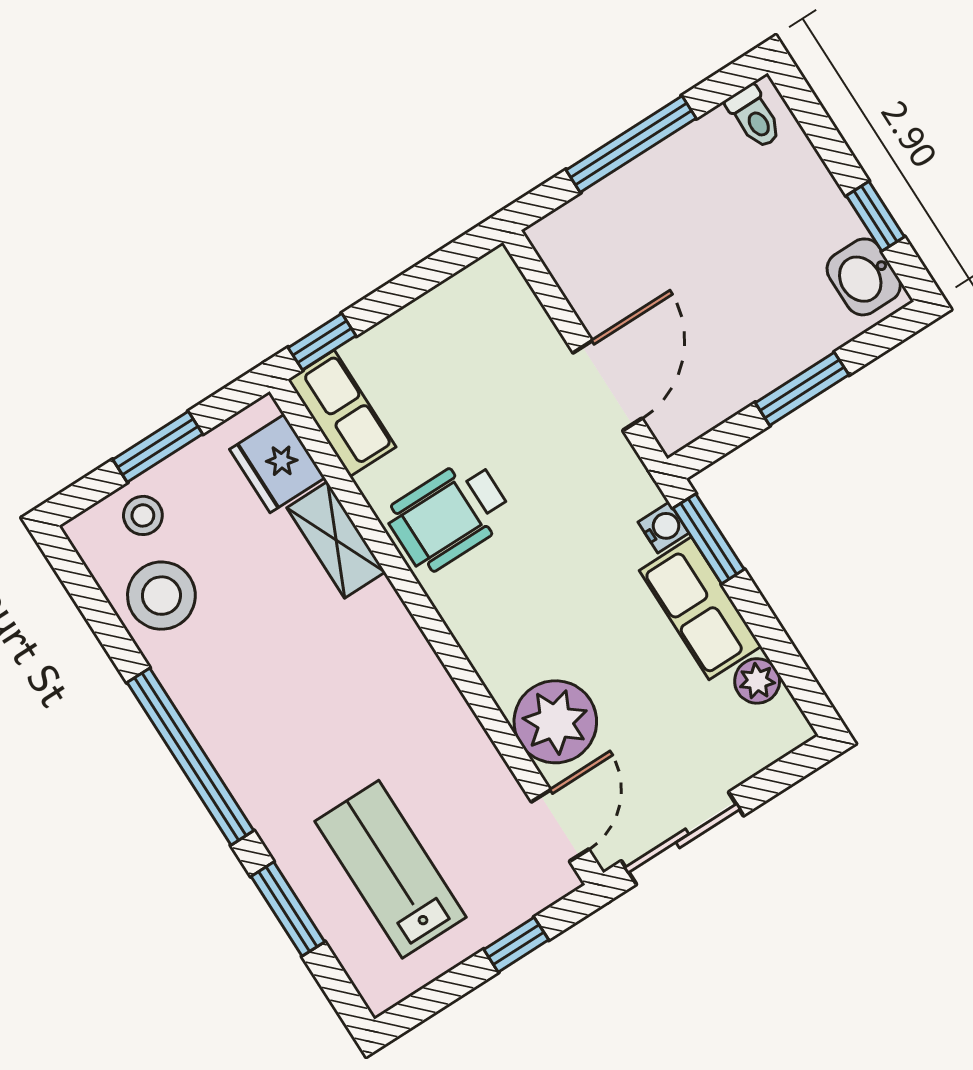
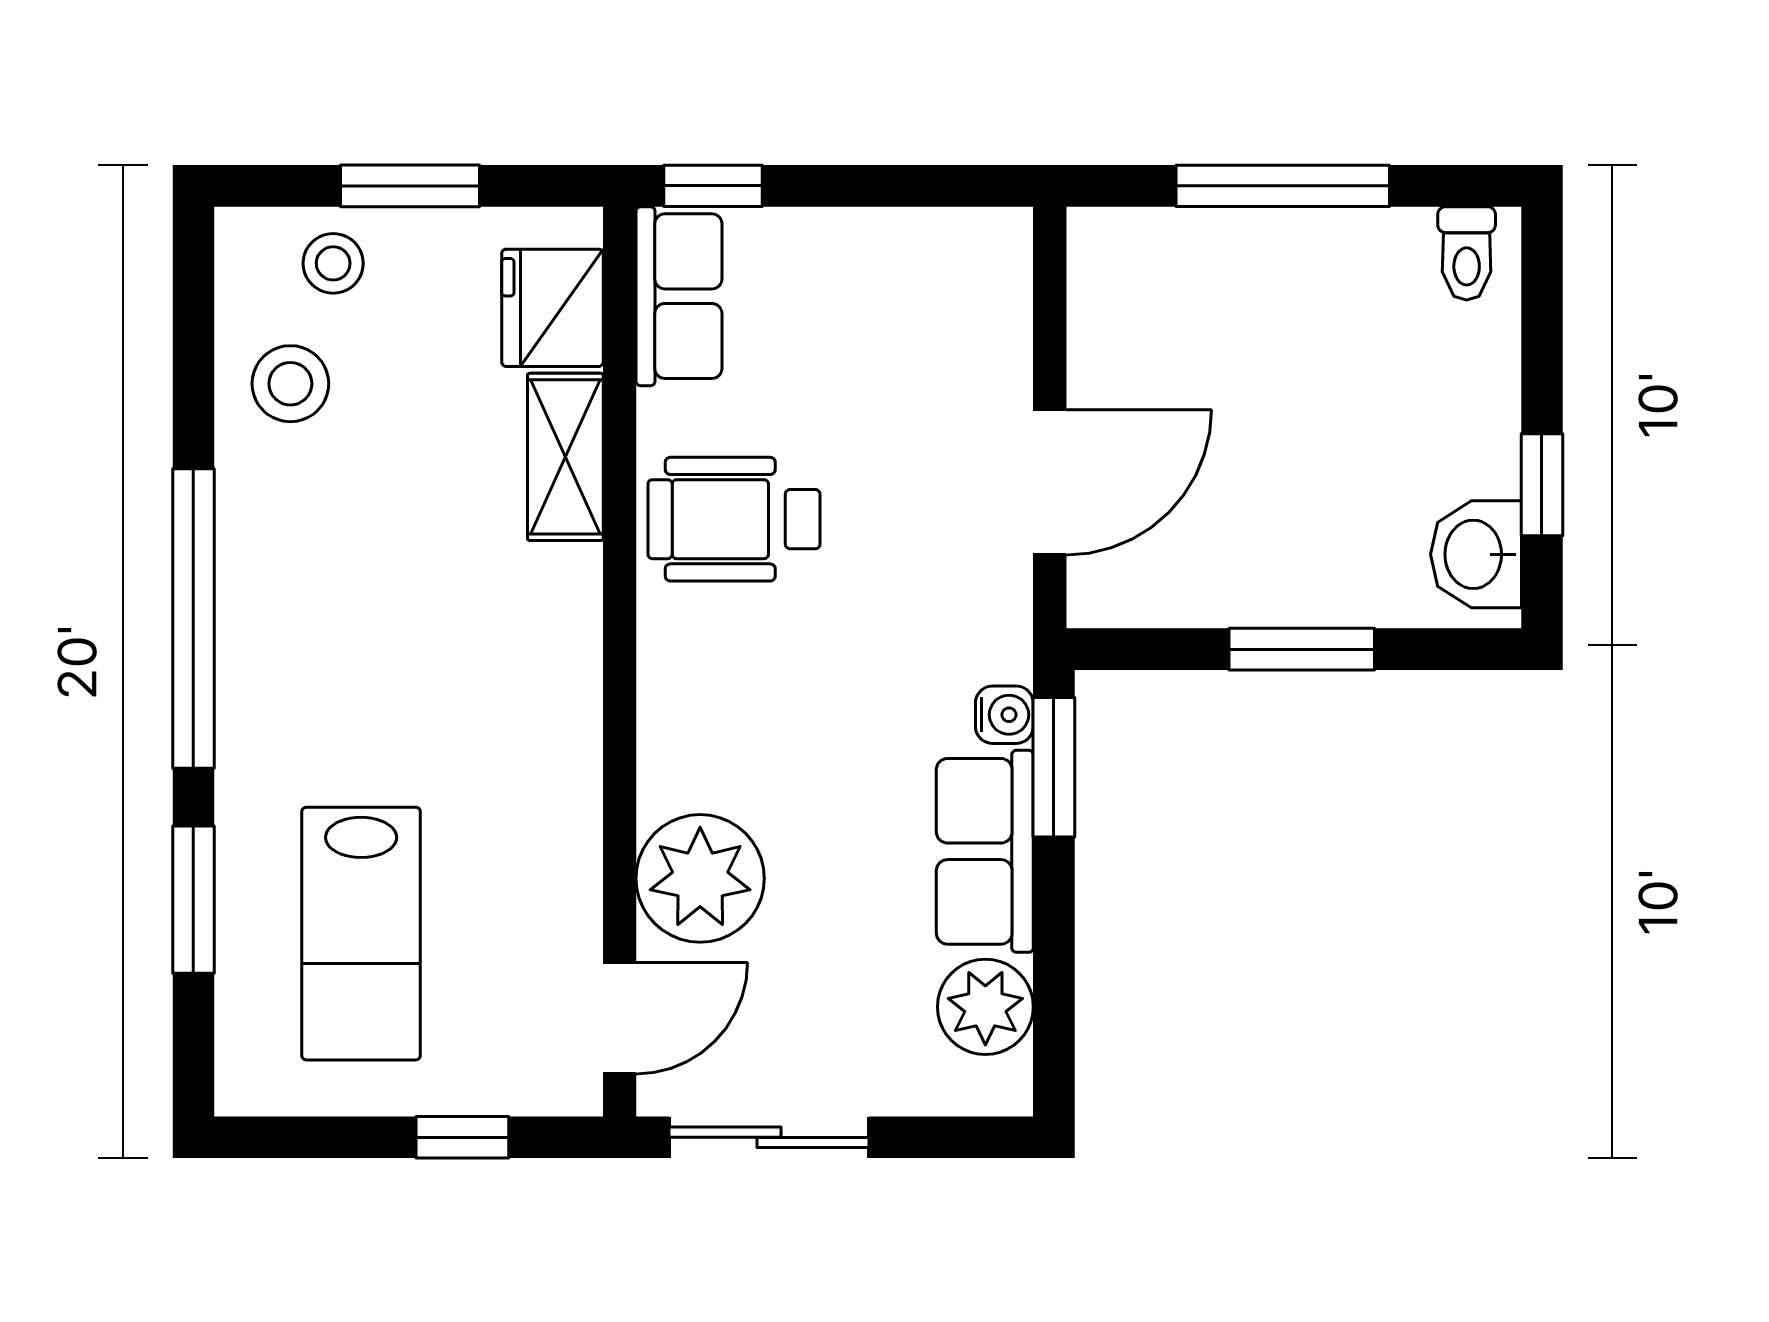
stool: (161, 596) -> (290, 384), width x0.73, depth x0.73
plant: (757, 681) -> (985, 1007), width x1.38, depth x1.38
lab bench: (391, 869) -> (361, 934), turned 180

